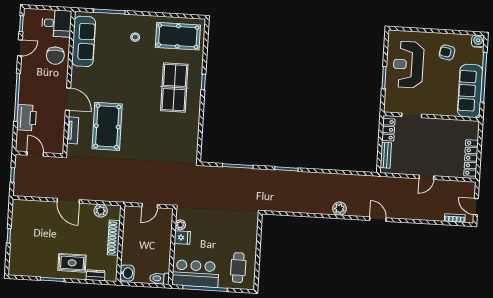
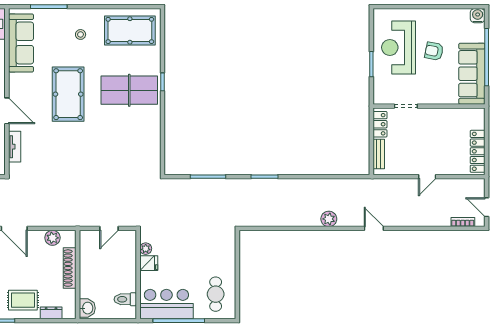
armchair: (447, 52) -> (434, 51), moved
table tennis table: (174, 88) -> (129, 90), turned 90
pool table: (107, 126) -> (68, 94), moved
toilet: (159, 278) -> (125, 299), moved

